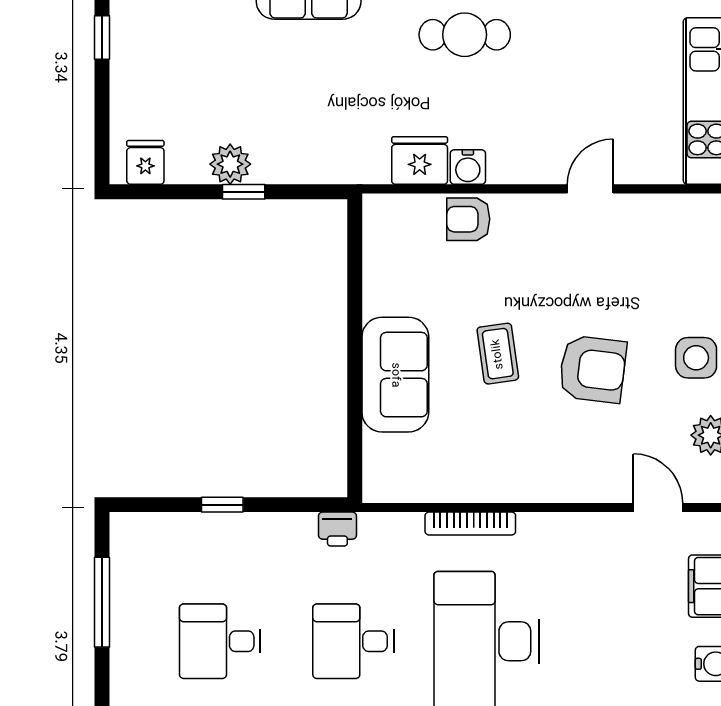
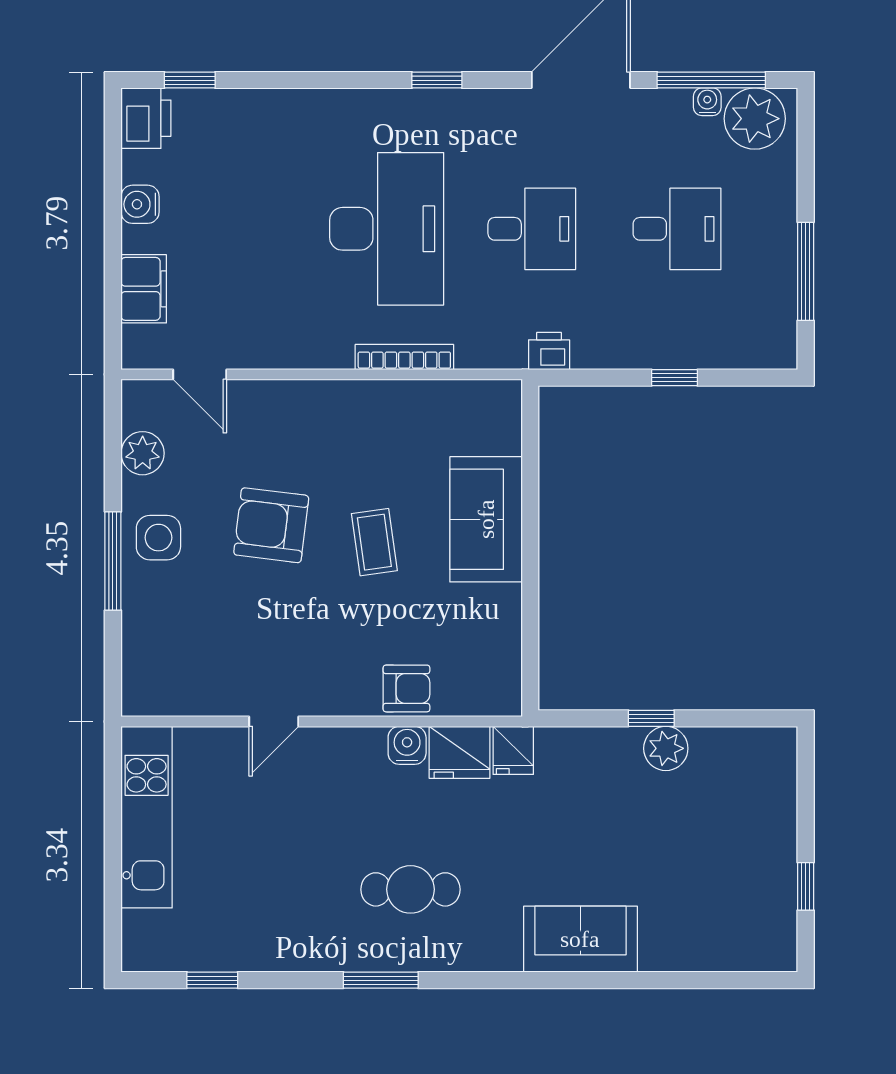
fridge: (145, 162) -> (513, 750), moved

